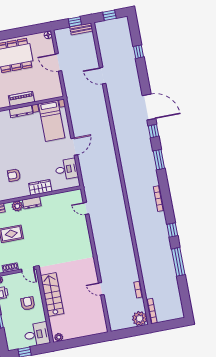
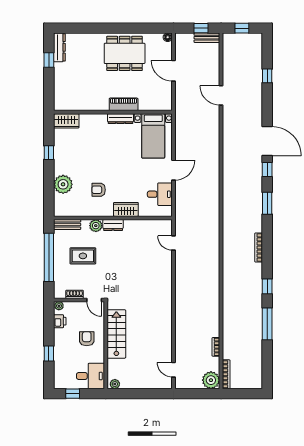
door: (101, 289) -> (174, 370), moved

